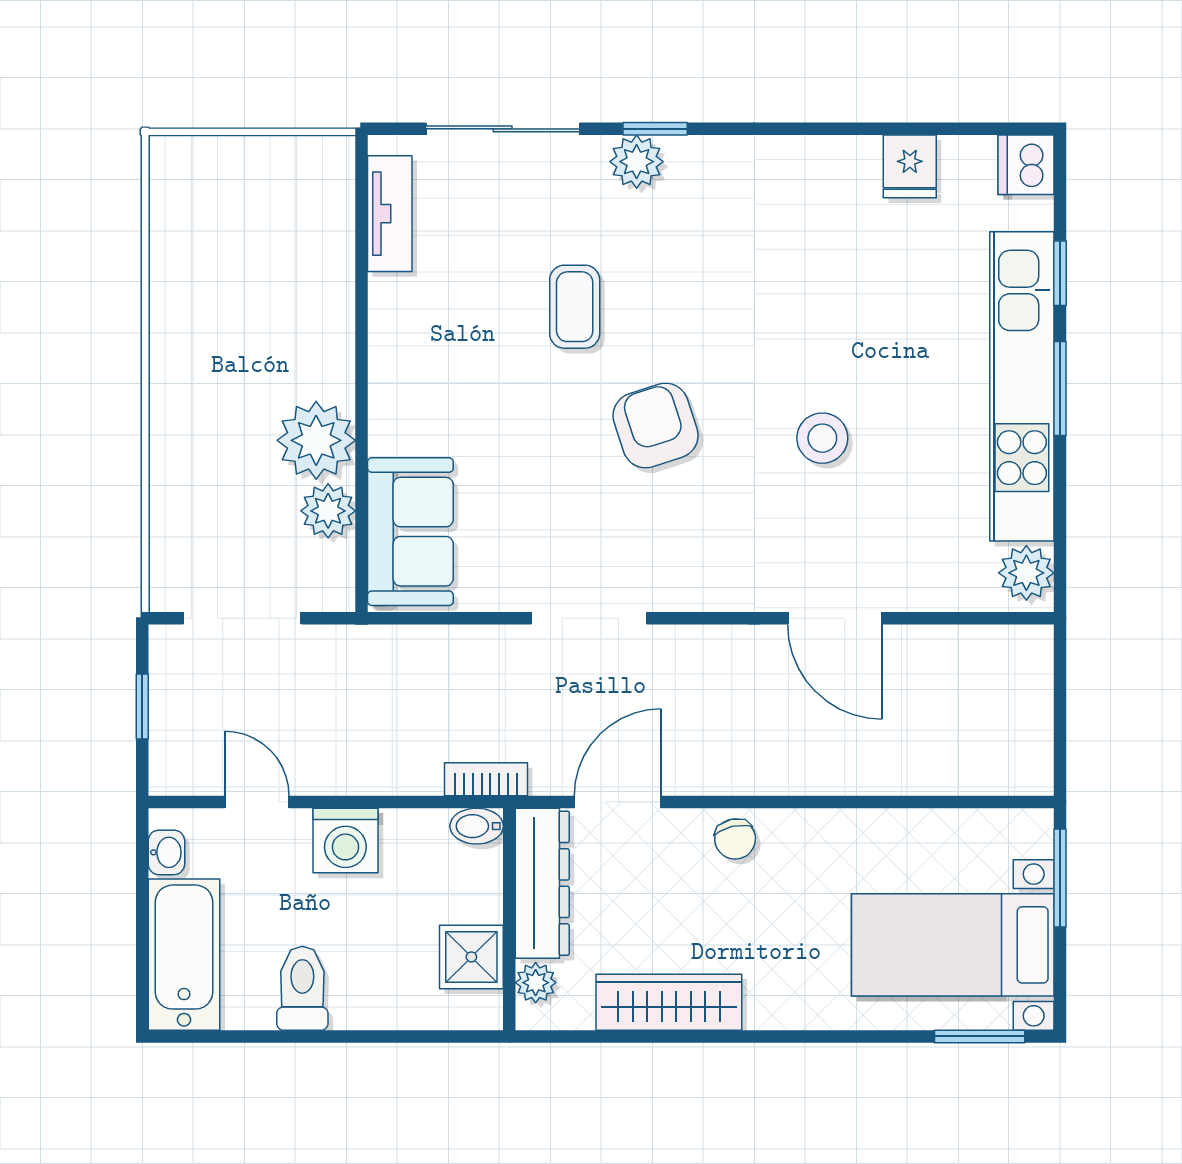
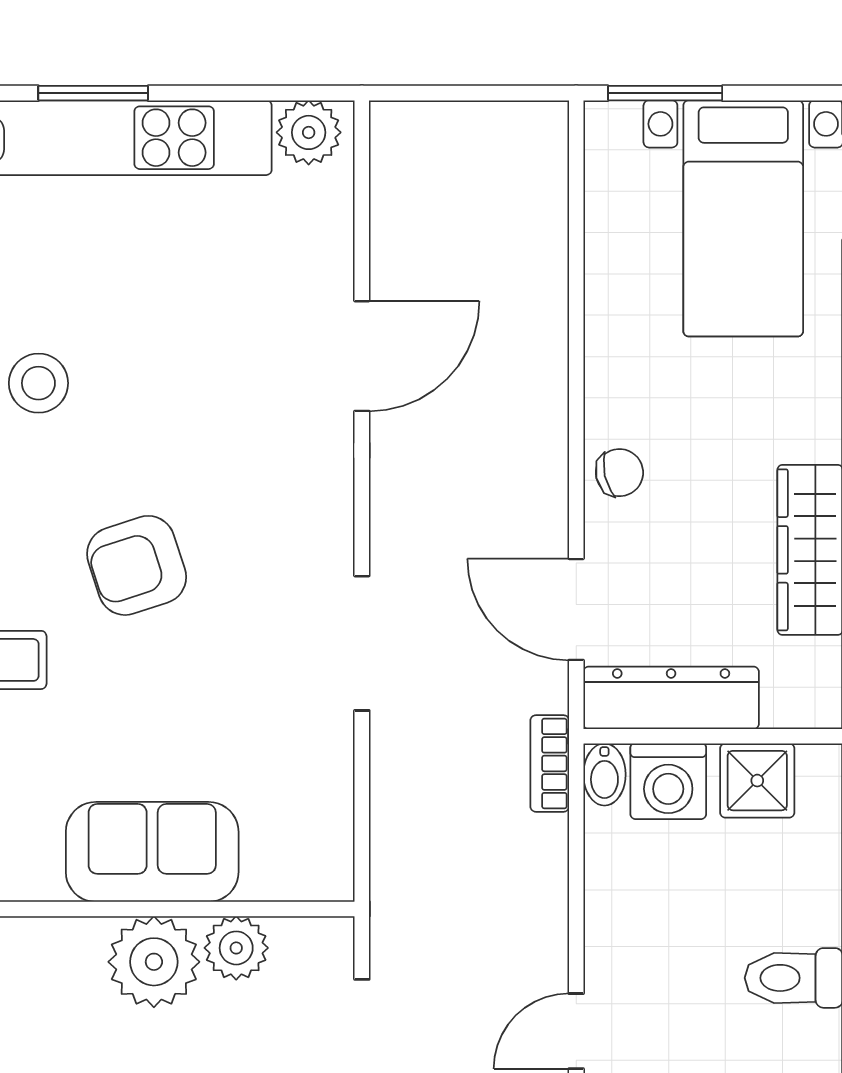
stool: (822, 438) -> (38, 383), moved
sofa: (410, 532) -> (152, 852), moved
washing machine: (345, 840) -> (668, 781), moved, turned 90
plant: (536, 983) -> (787, 705), removed

